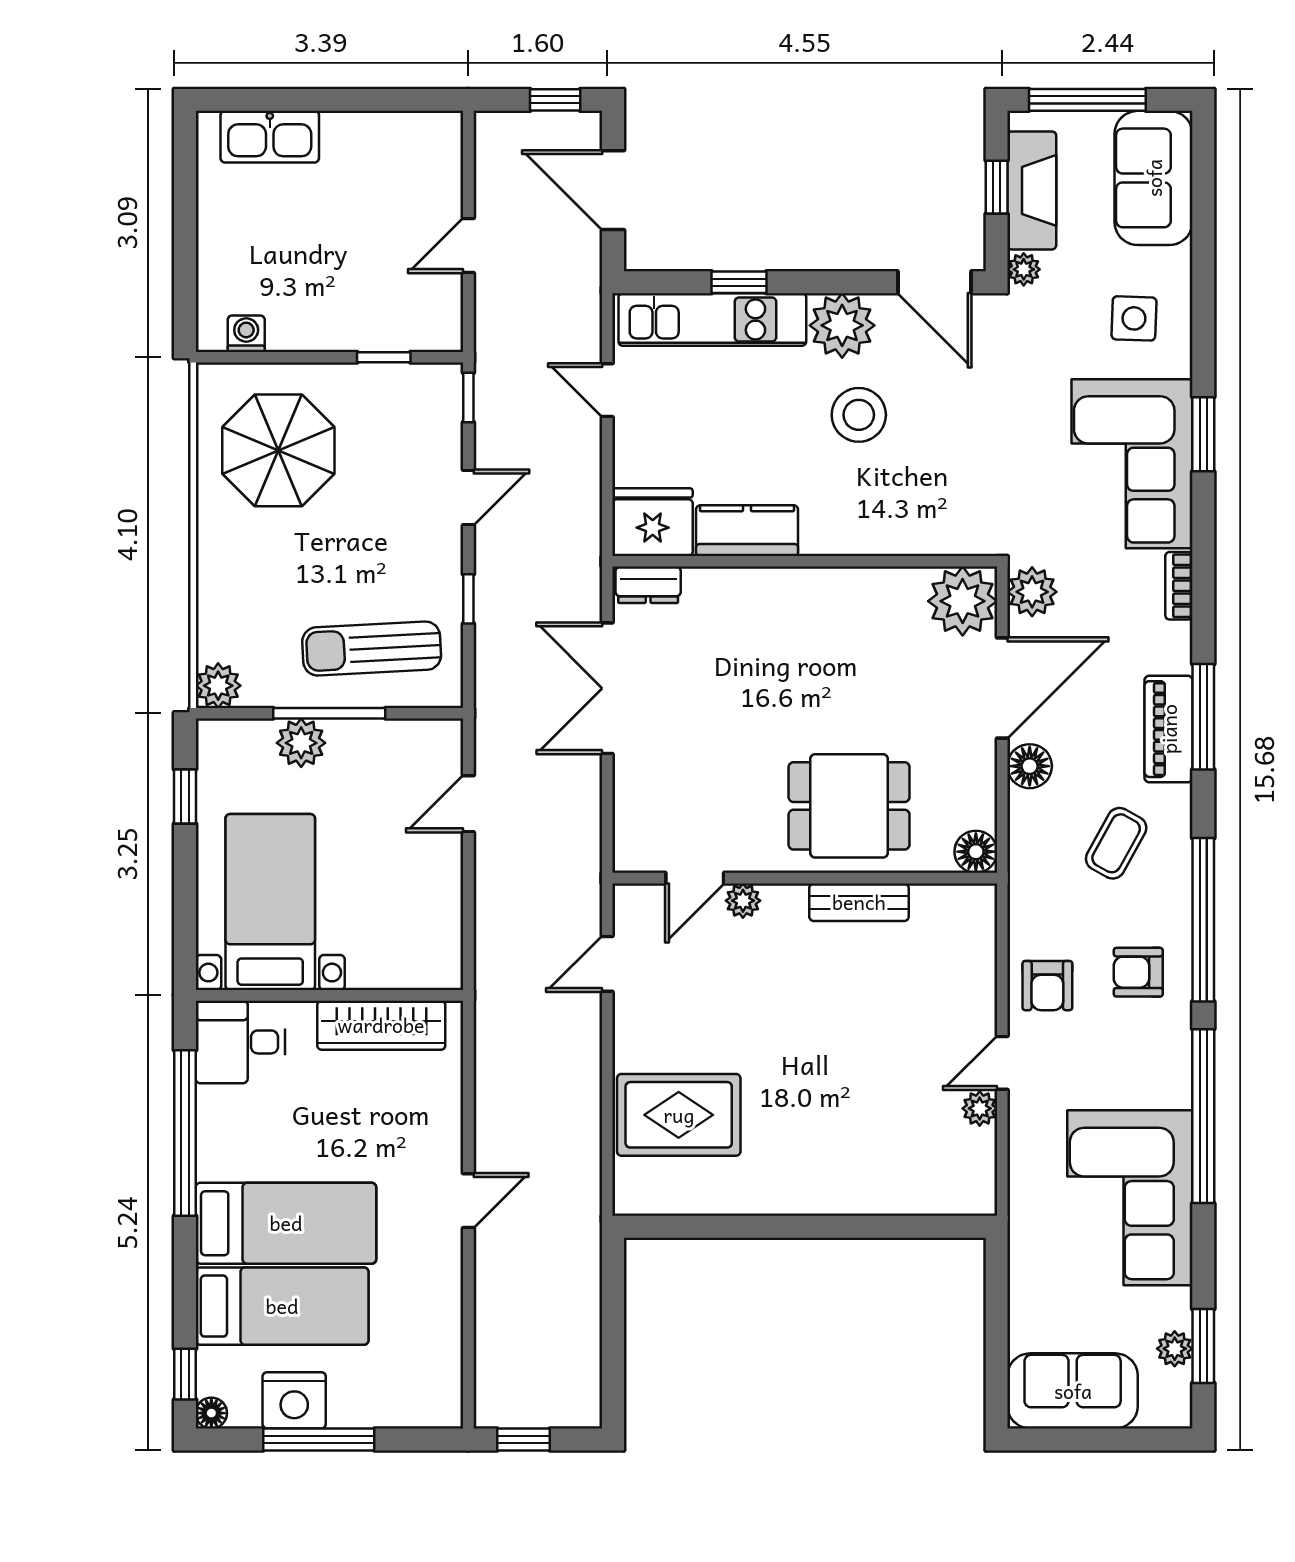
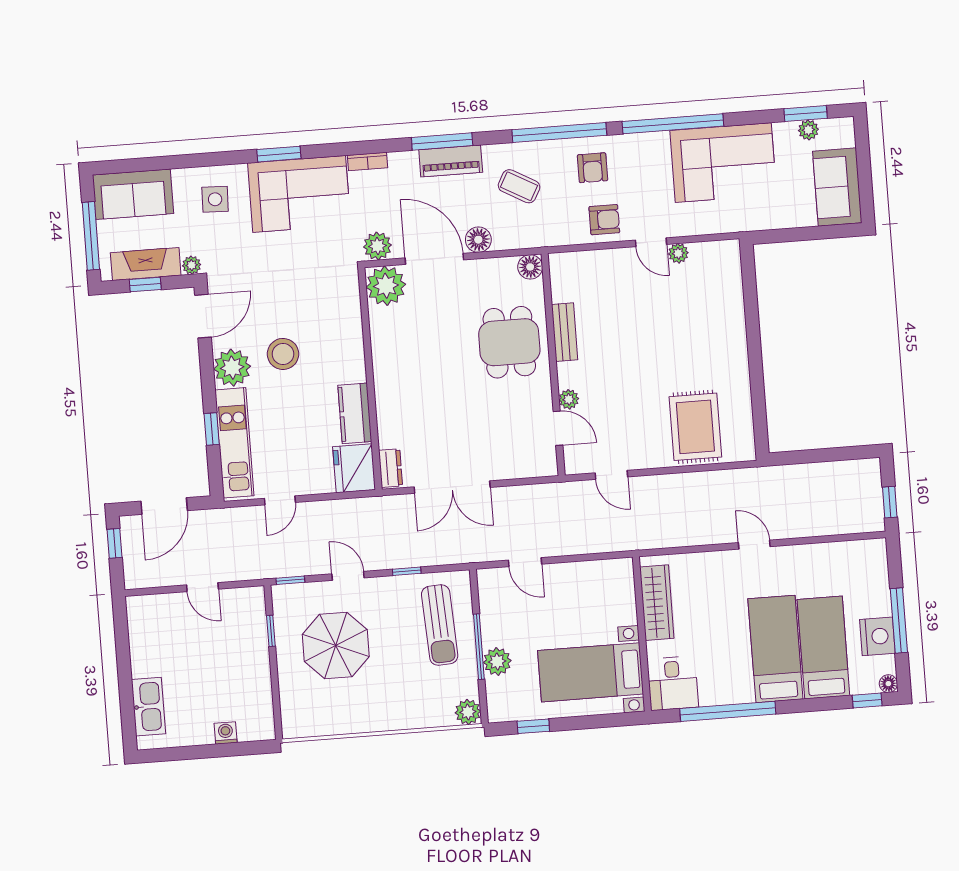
washing machine: (246, 334) -> (226, 733), moved, turned 90
parasol: (278, 450) -> (336, 646), moved

